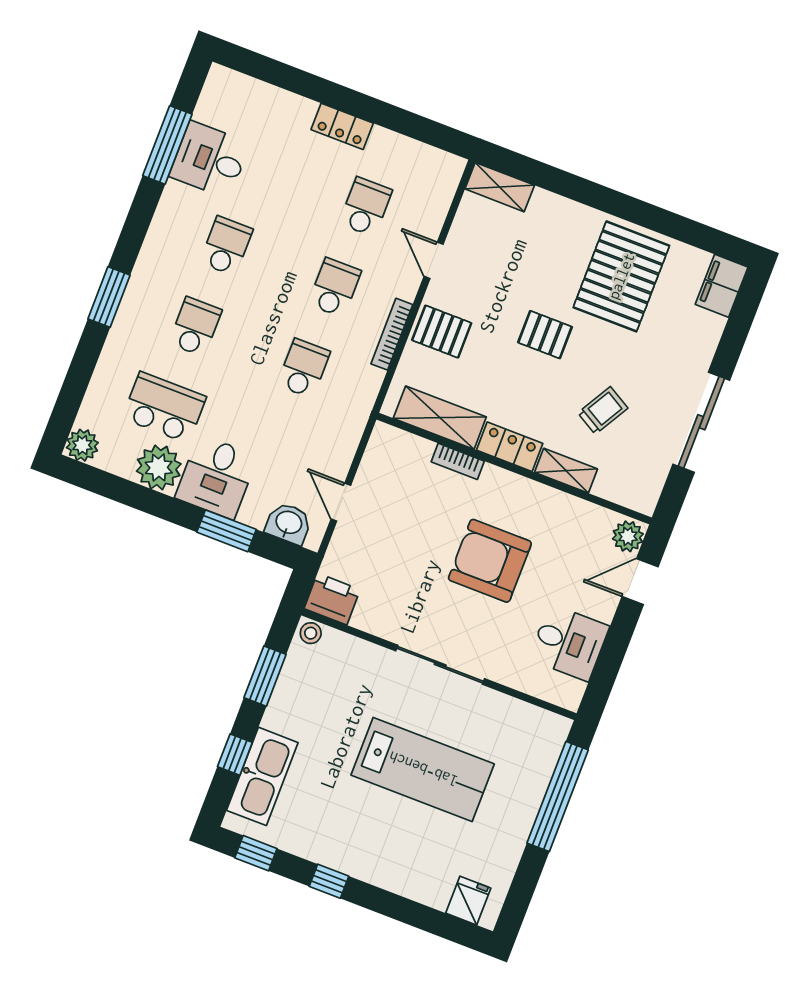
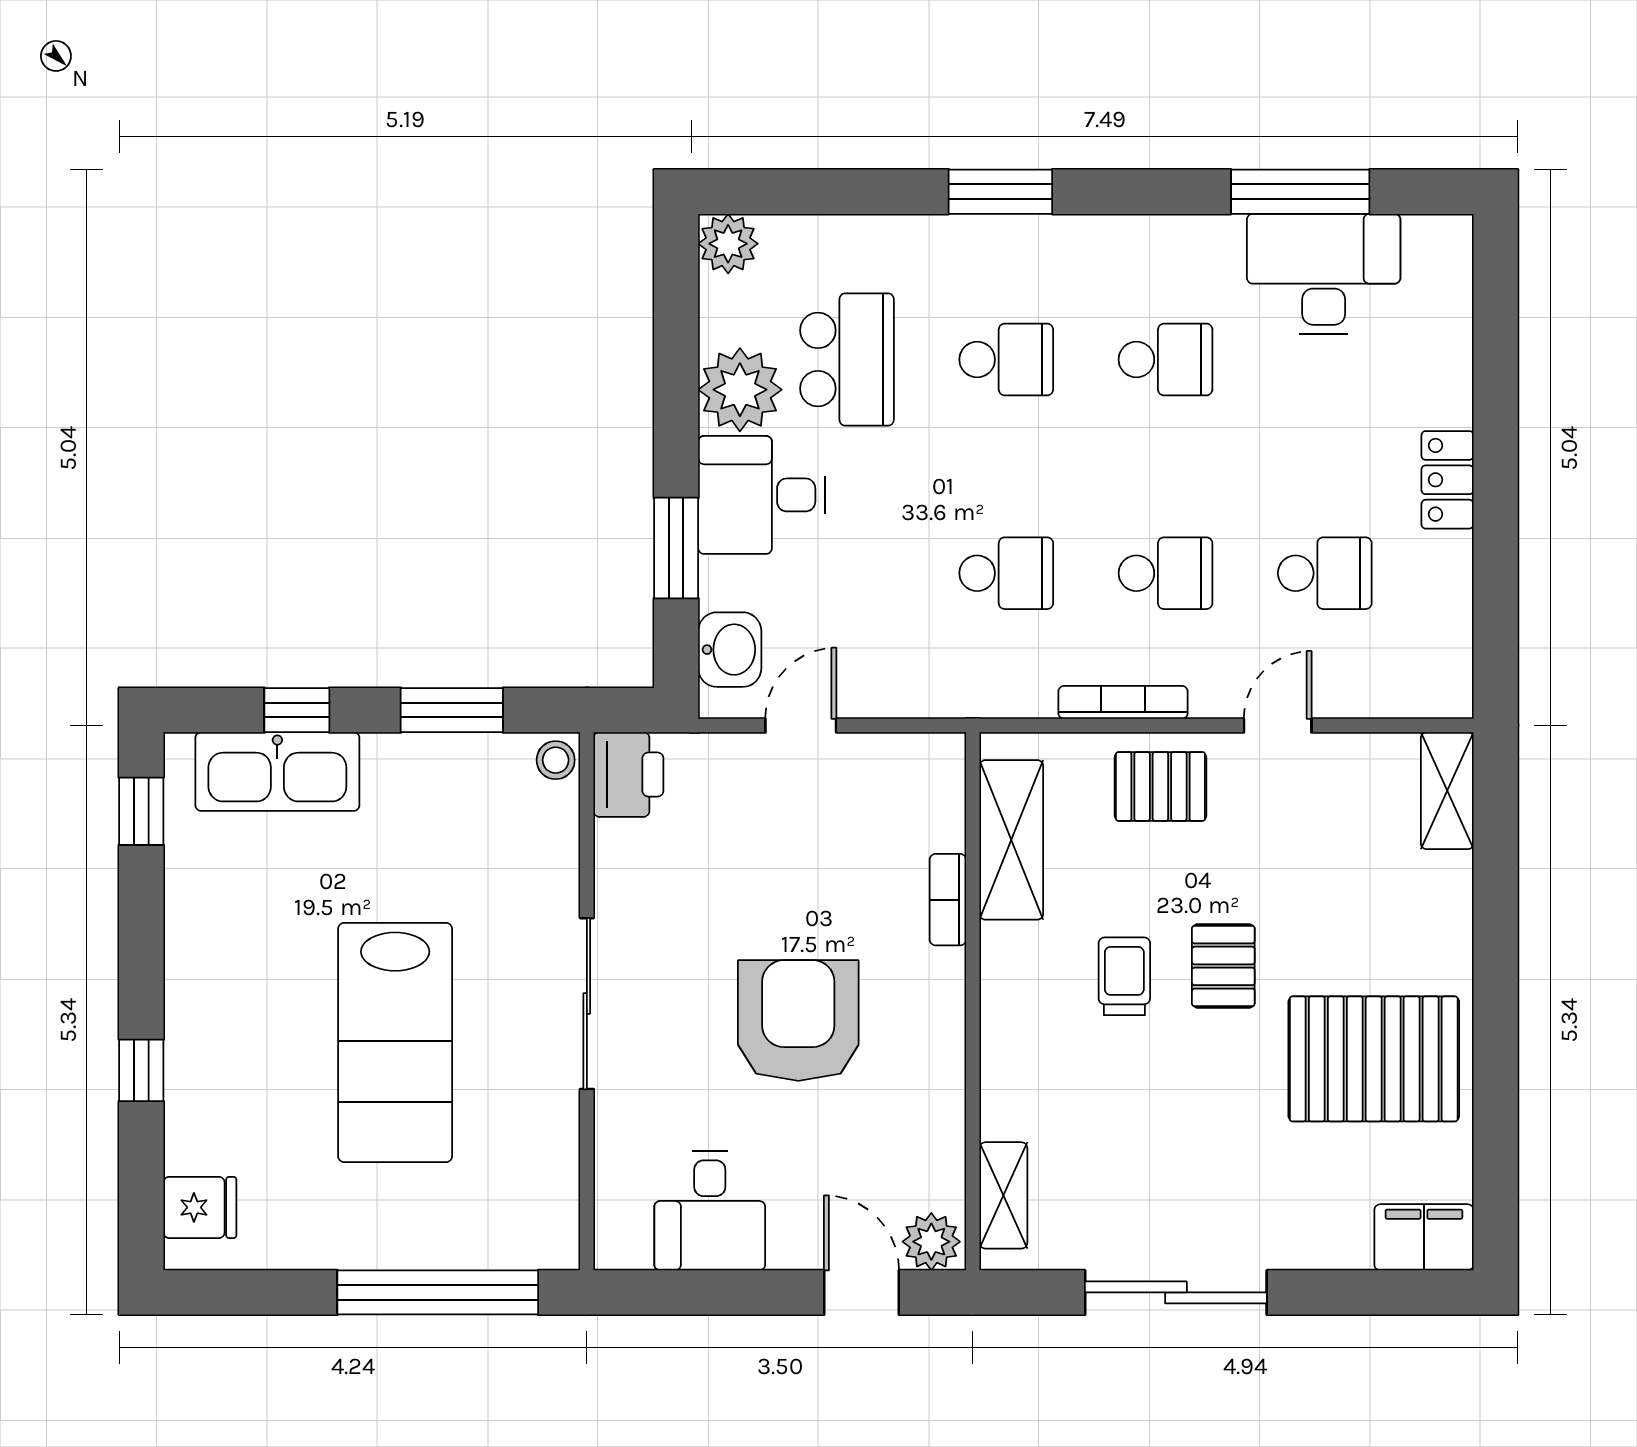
desk: (210, 160) -> (1324, 274), width x1.37
pallet: (442, 332) -> (1160, 786), turned 90
trolley: (603, 410) -> (1124, 976), moved, turned -120
locker: (510, 447) -> (1007, 979), removed
shelving: (566, 471) -> (1003, 1195), moved
window: (329, 881) -> (141, 1070), moved

